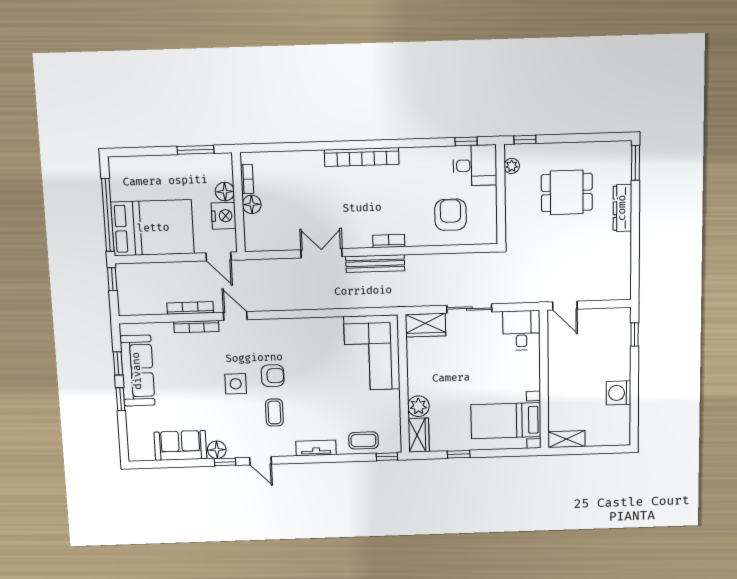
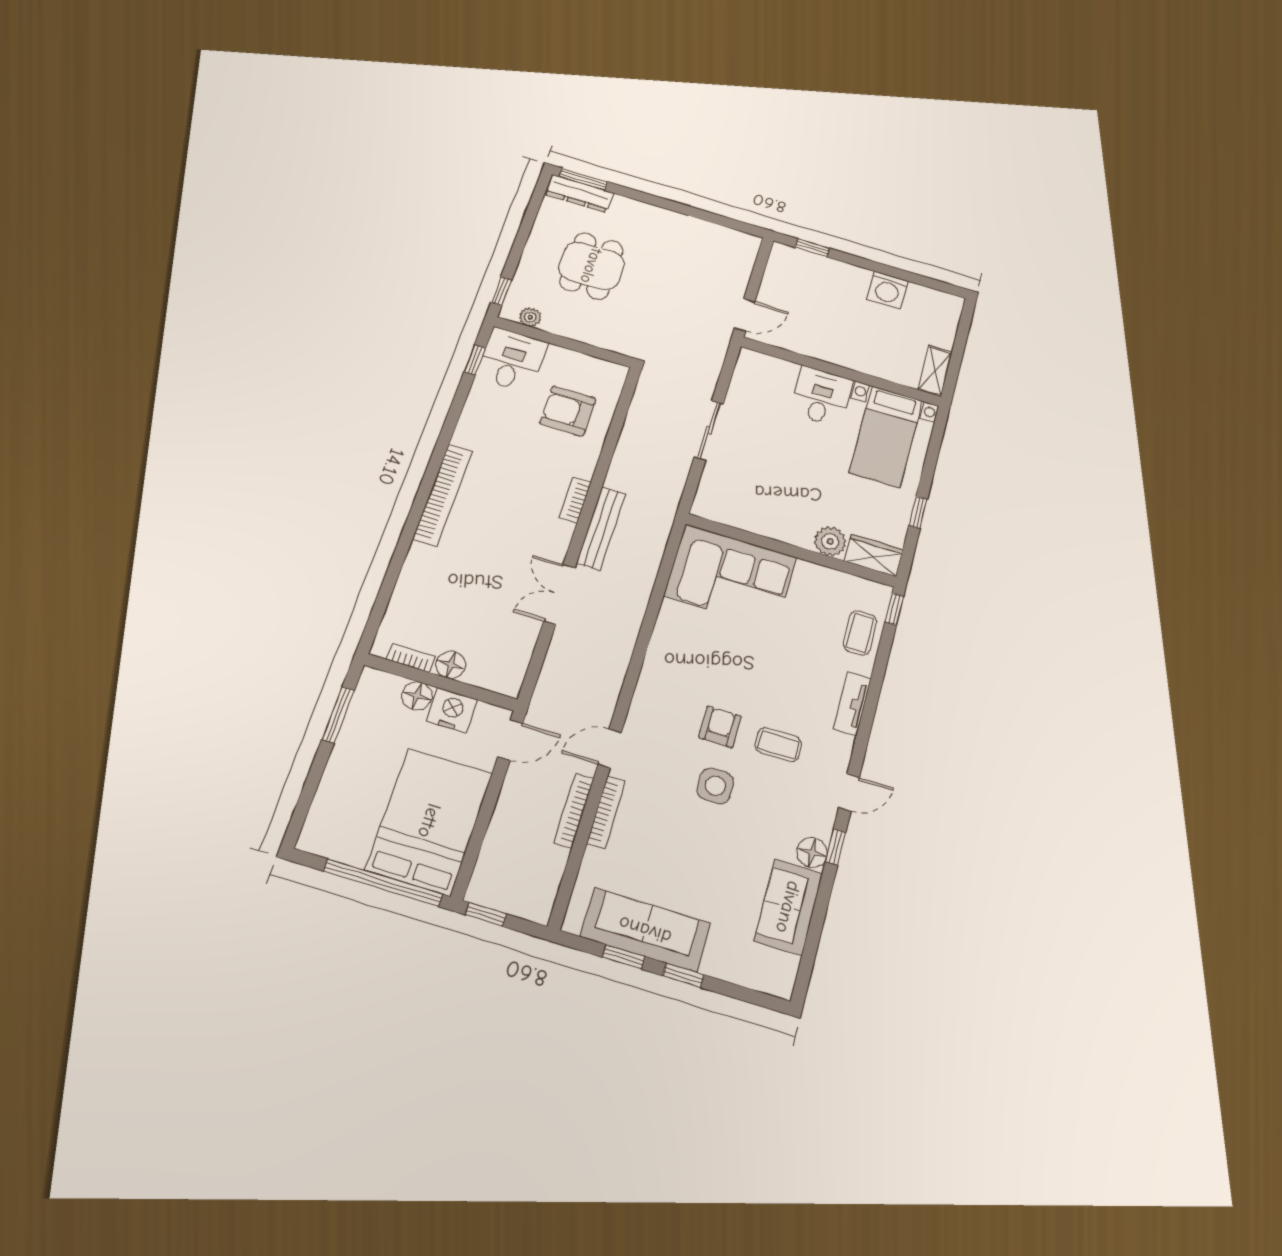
dresser: (622, 208) -> (579, 193), moved
wardrobe: (425, 325) -> (713, 493), removed
desk: (521, 330) -> (821, 396), moved, turned 90

